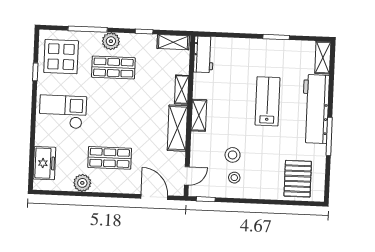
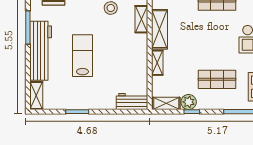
plant: (111, 41) -> (189, 102), moved
workbench: (204, 54) -> (132, 101), moved, turned 90
lab bench: (267, 101) -> (82, 56), turned 180
shelving: (199, 115) -> (141, 19), moved

